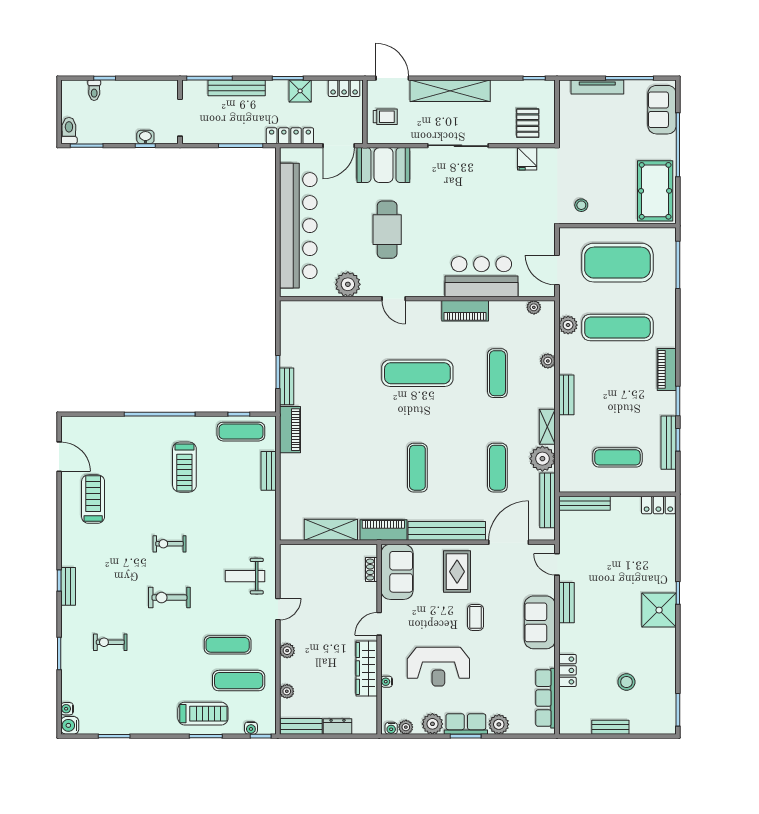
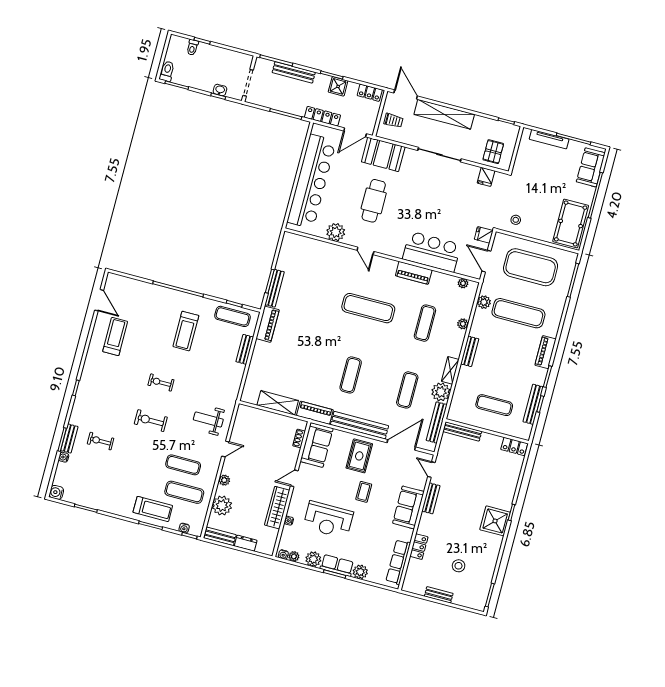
fridge: (544, 236) -> (484, 235), added
bench: (287, 386) -> (275, 288), width x1.36
bench: (68, 586) -> (69, 439), moved
plant: (287, 691) -> (222, 506), width x1.87, depth x1.87
water cooler: (67, 709) -> (64, 457), moved

